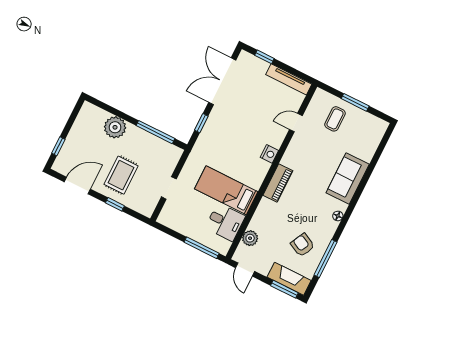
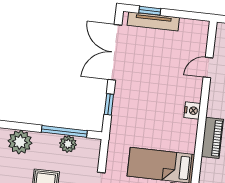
tv unit: (289, 79) -> (153, 21), moved
plant: (155, 144) -> (68, 144), added

